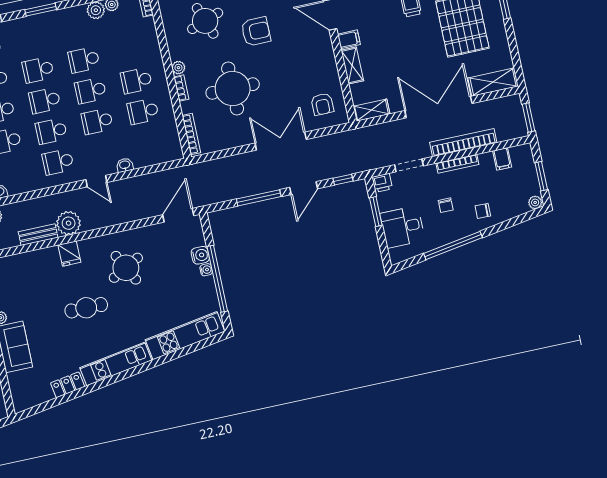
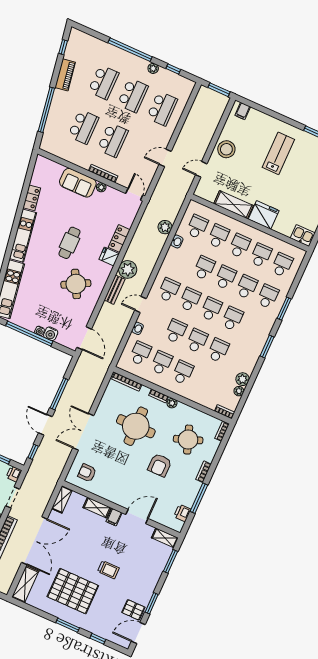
double door: (281, 141) -> (83, 432), swing flipped
school desk: (150, 142) -> (140, 353), added
bench: (38, 235) -> (115, 290), moved
locker: (42, 257) -> (119, 239), added

